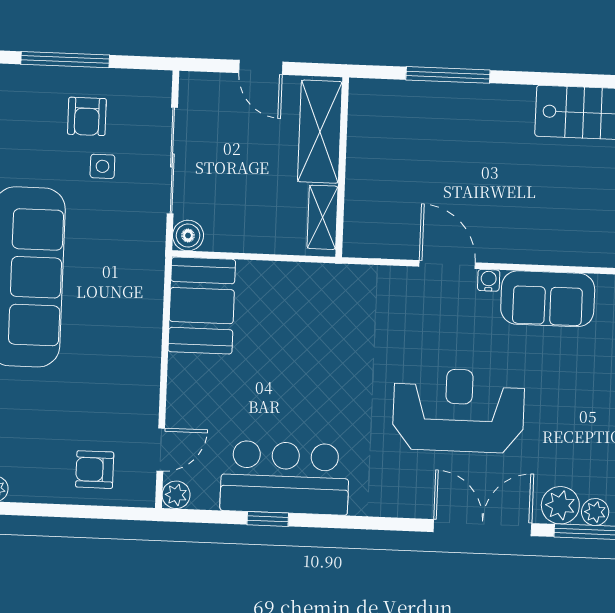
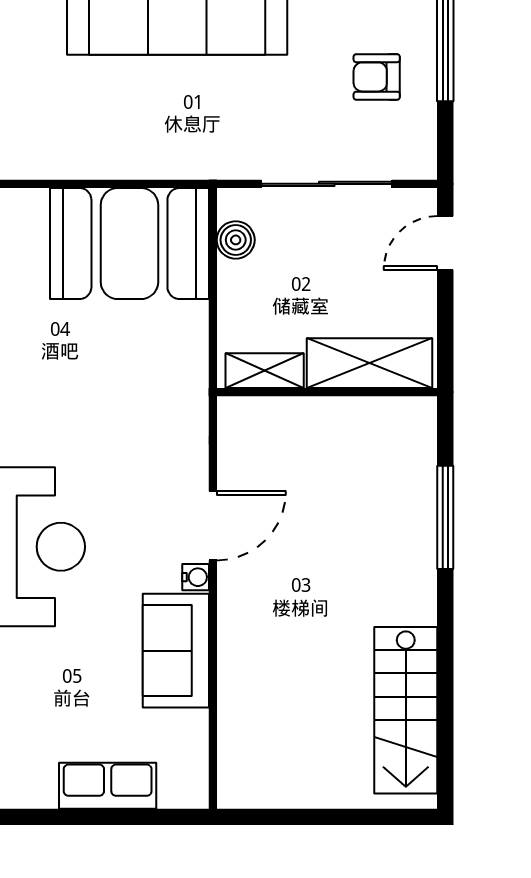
door: (261, 67) -> (445, 243), moved
side table: (102, 166) -> (316, 98), removed
boiler: (188, 236) -> (236, 240), moved
booth: (202, 306) -> (129, 244), width x1.36, depth x1.42

